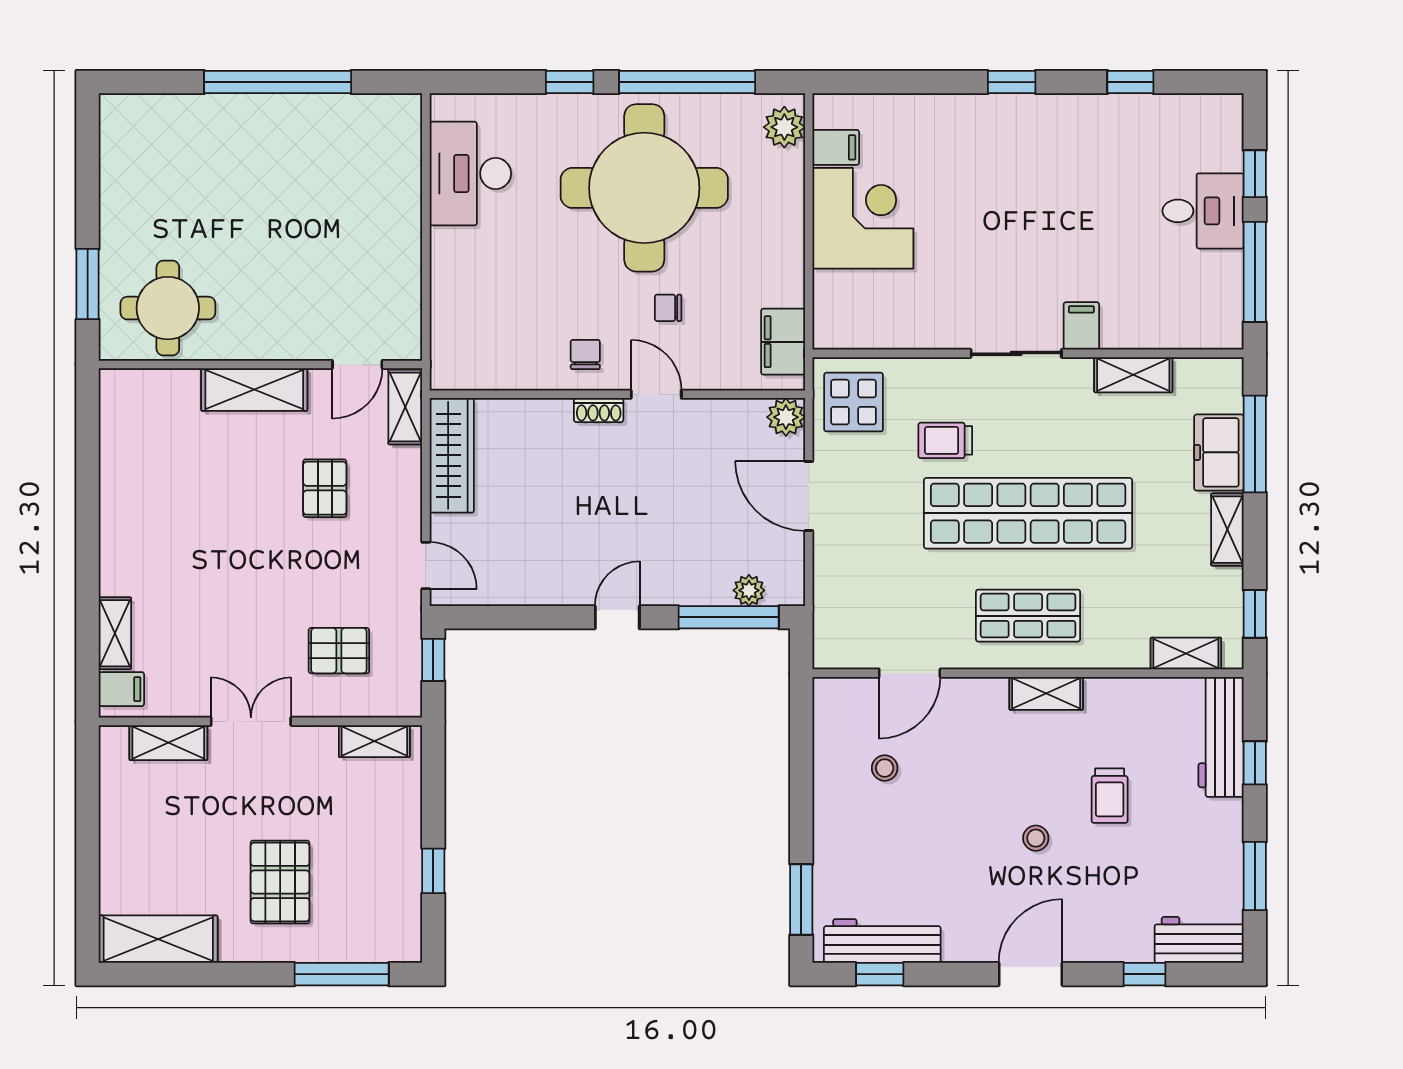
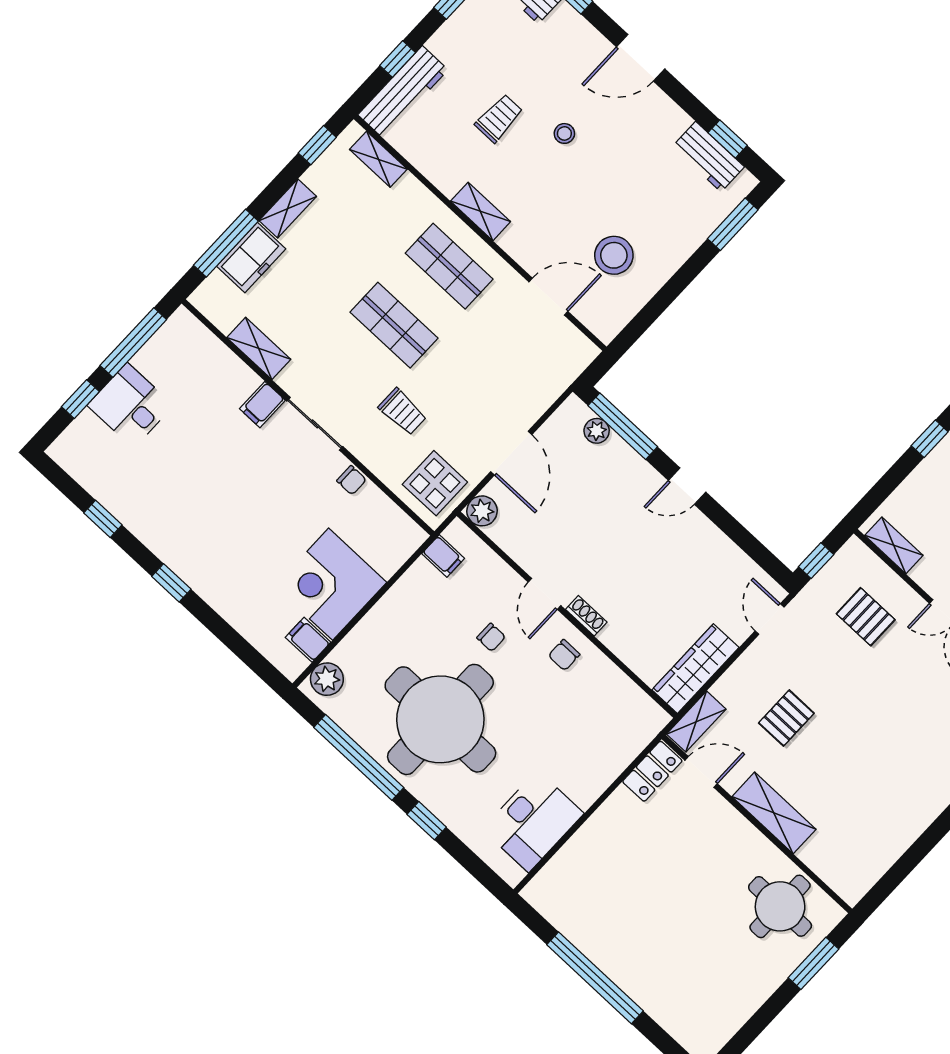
locker: (403, 323) -> (652, 771), added
chair: (933, 333) -> (352, 480), added
filing cabinet: (783, 342) -> (443, 556), width x0.50
shop shelf: (1028, 513) -> (394, 325), width x0.50, depth x0.74
stool: (885, 768) -> (614, 255), width x1.89, depth x1.89
workbench: (882, 941) -> (708, 157), width x0.73

